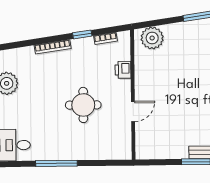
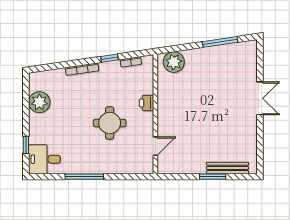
printer: (123, 70) -> (147, 103), moved
door: (133, 112) -> (155, 146), moved

